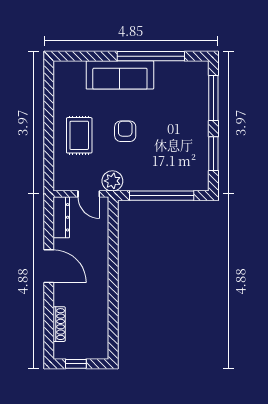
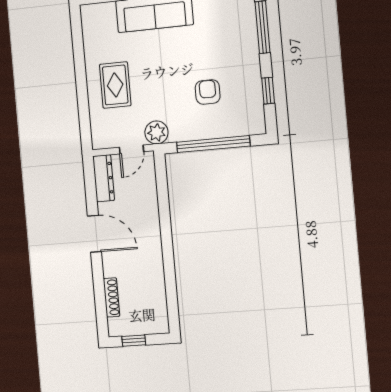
armchair: (125, 131) -> (208, 92), moved
window: (213, 154) -> (268, 91), width x0.67
door: (89, 194) -> (131, 149), hinge flipped

